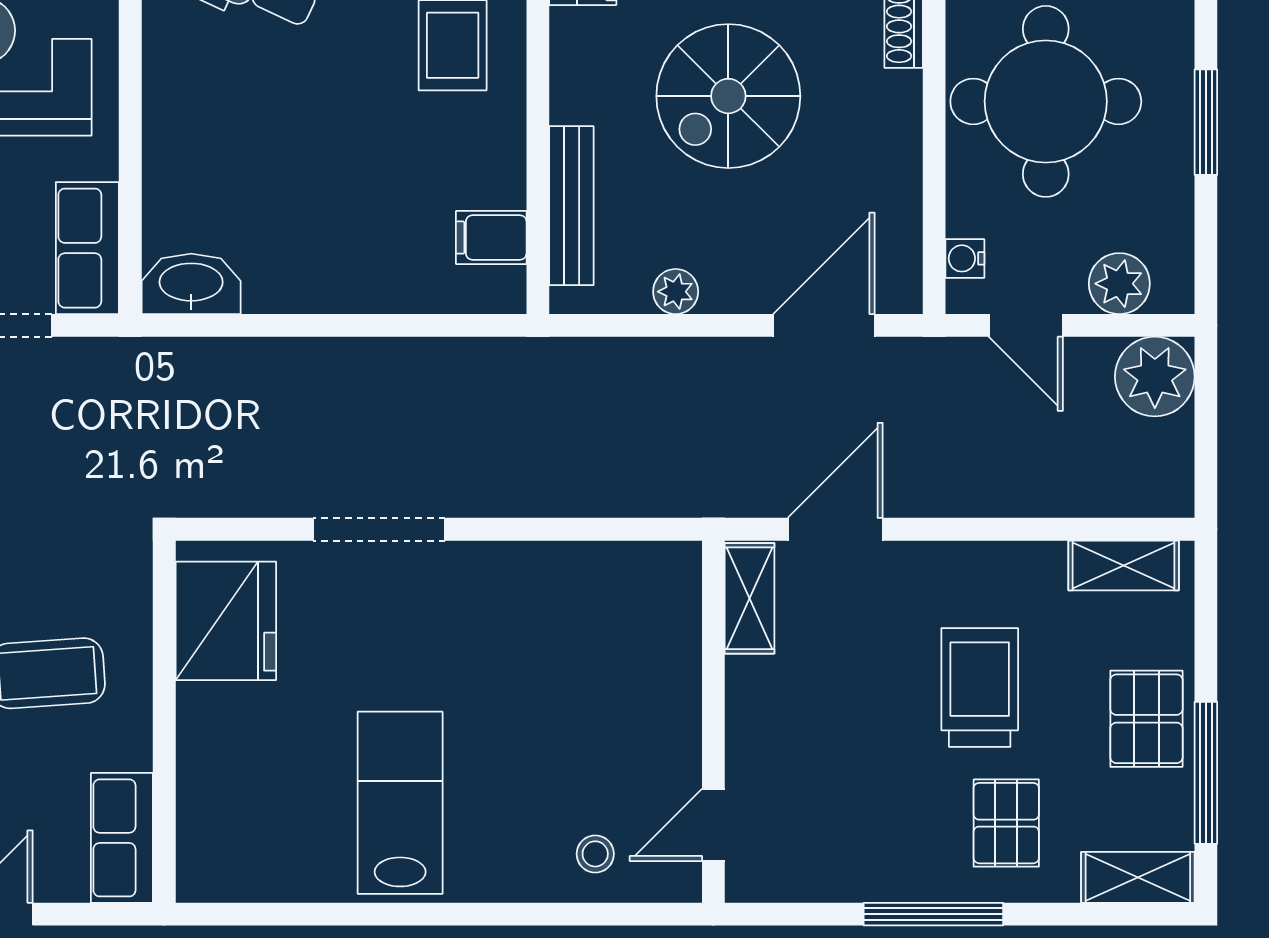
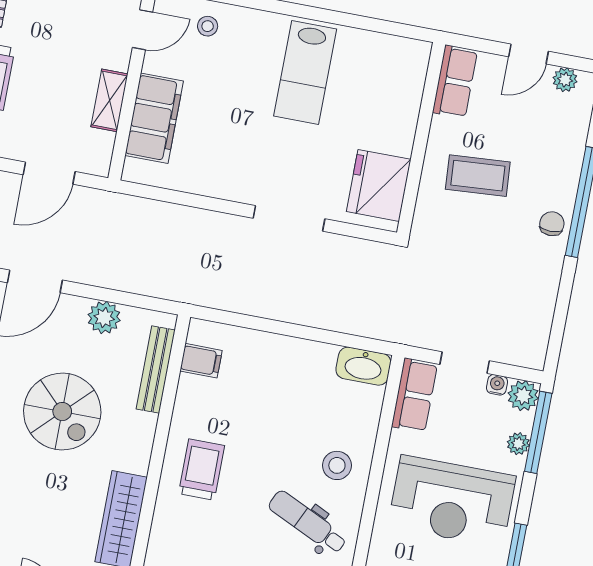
stool: (205, 92) -> (337, 465), added
spiral stairs: (728, 96) -> (62, 412), turned 90
plant: (676, 292) -> (104, 318), width x1.38, depth x1.38
shelving: (750, 598) -> (109, 100), moved
filing cabinet: (661, 666) -> (154, 118), added

